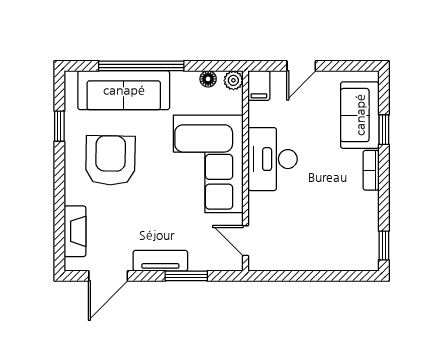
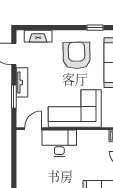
desk: (273, 159) -> (59, 143), moved
armchair: (110, 160) -> (77, 55), turned -92

